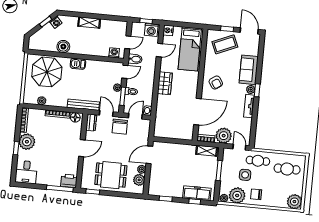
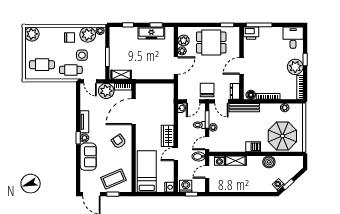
shelving: (89, 23) -> (235, 161), moved
door: (159, 50) -> (176, 154), moved
freezer: (197, 193) -> (151, 33), moved

